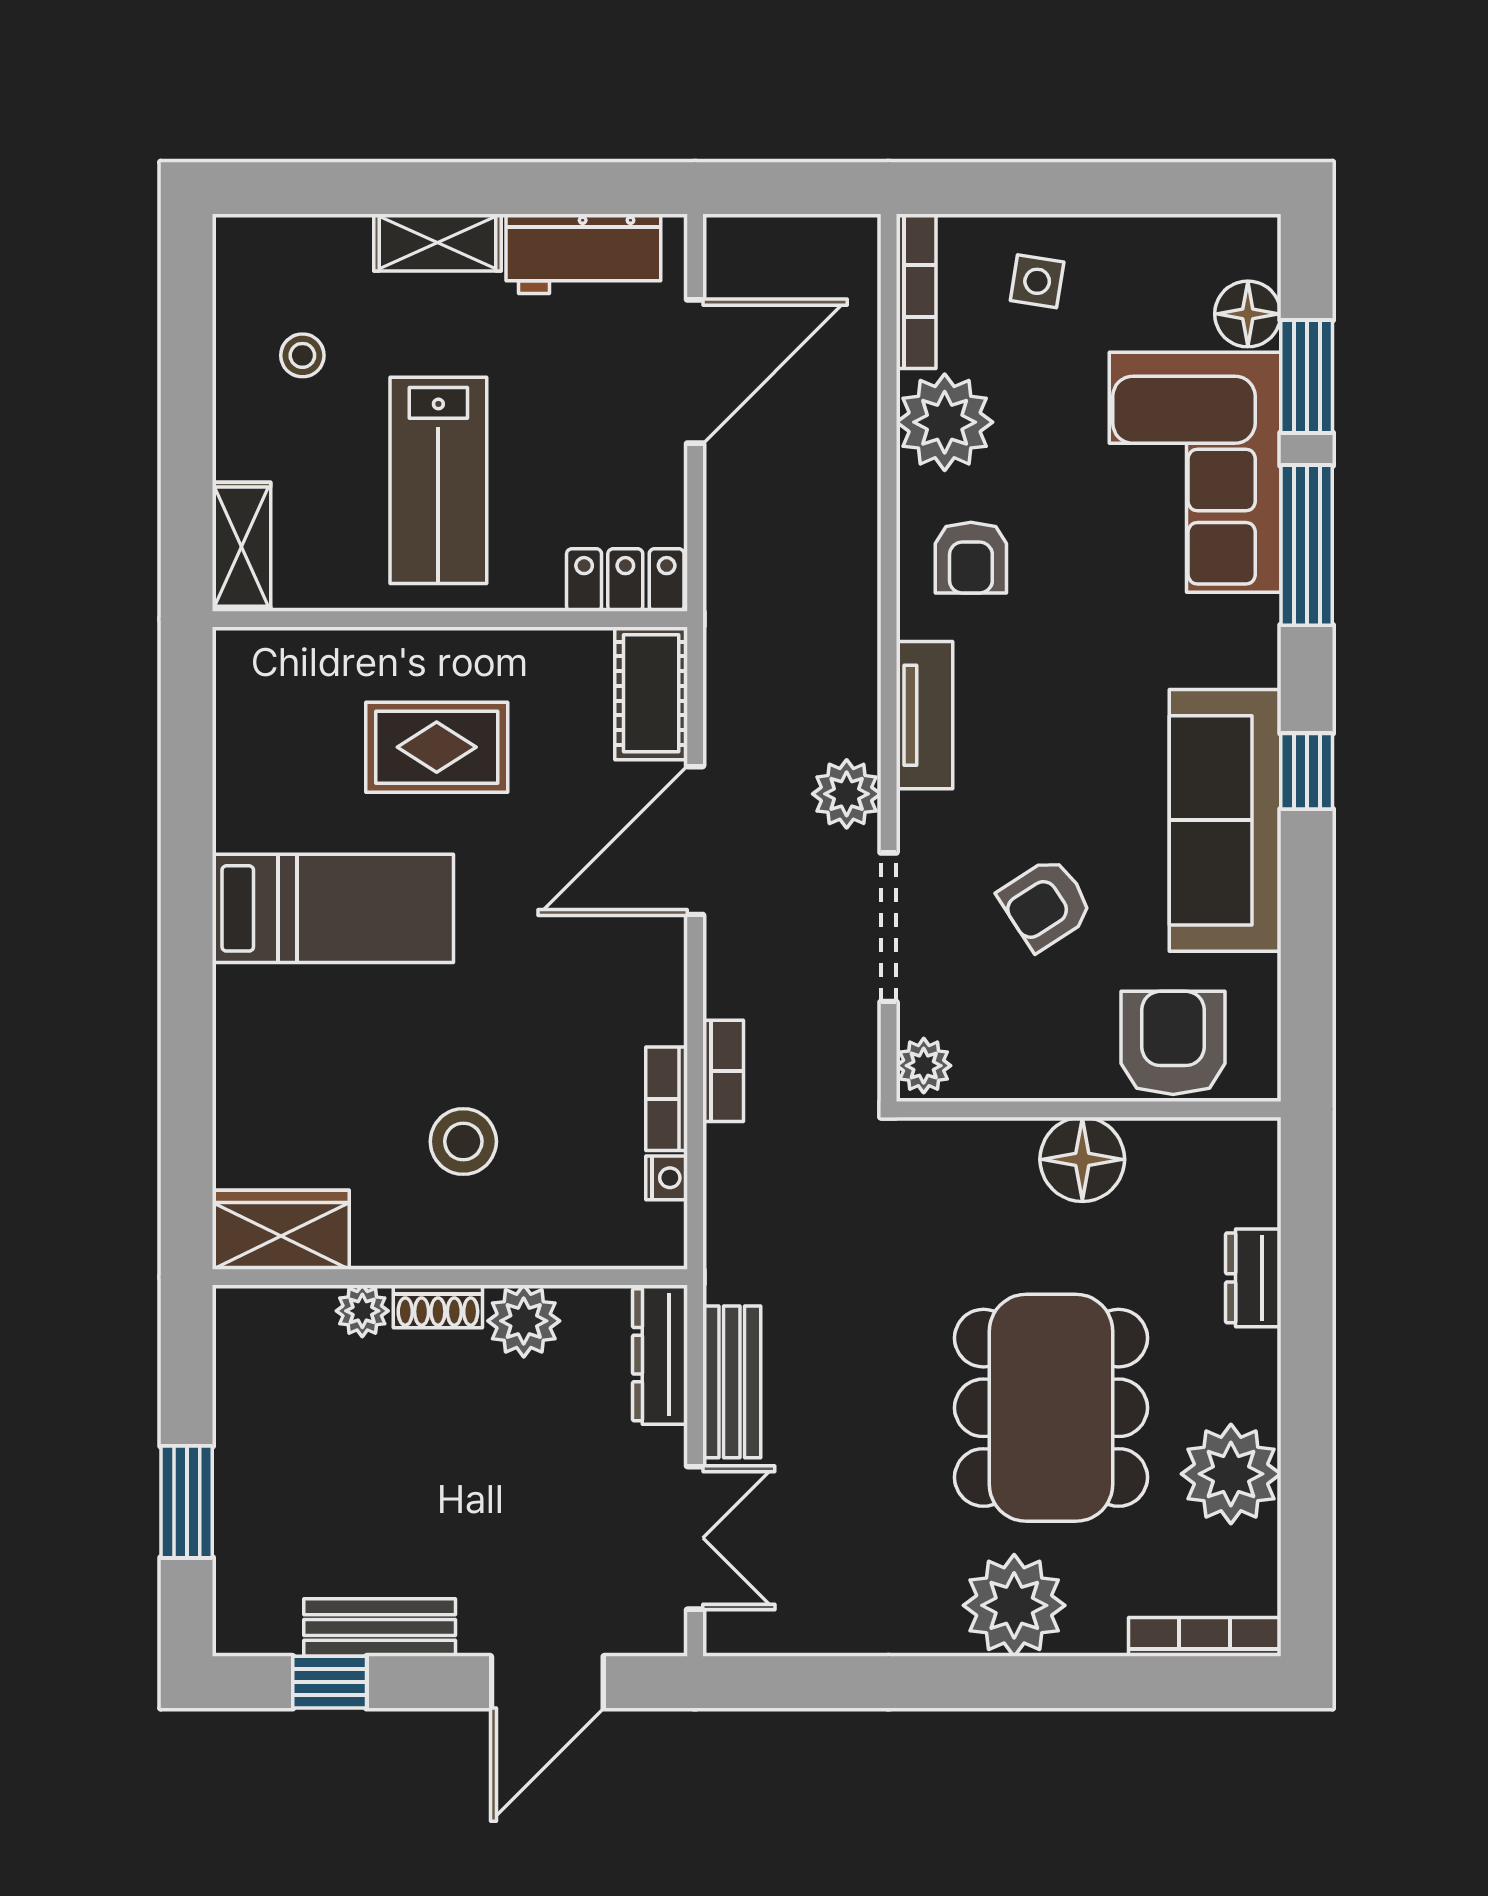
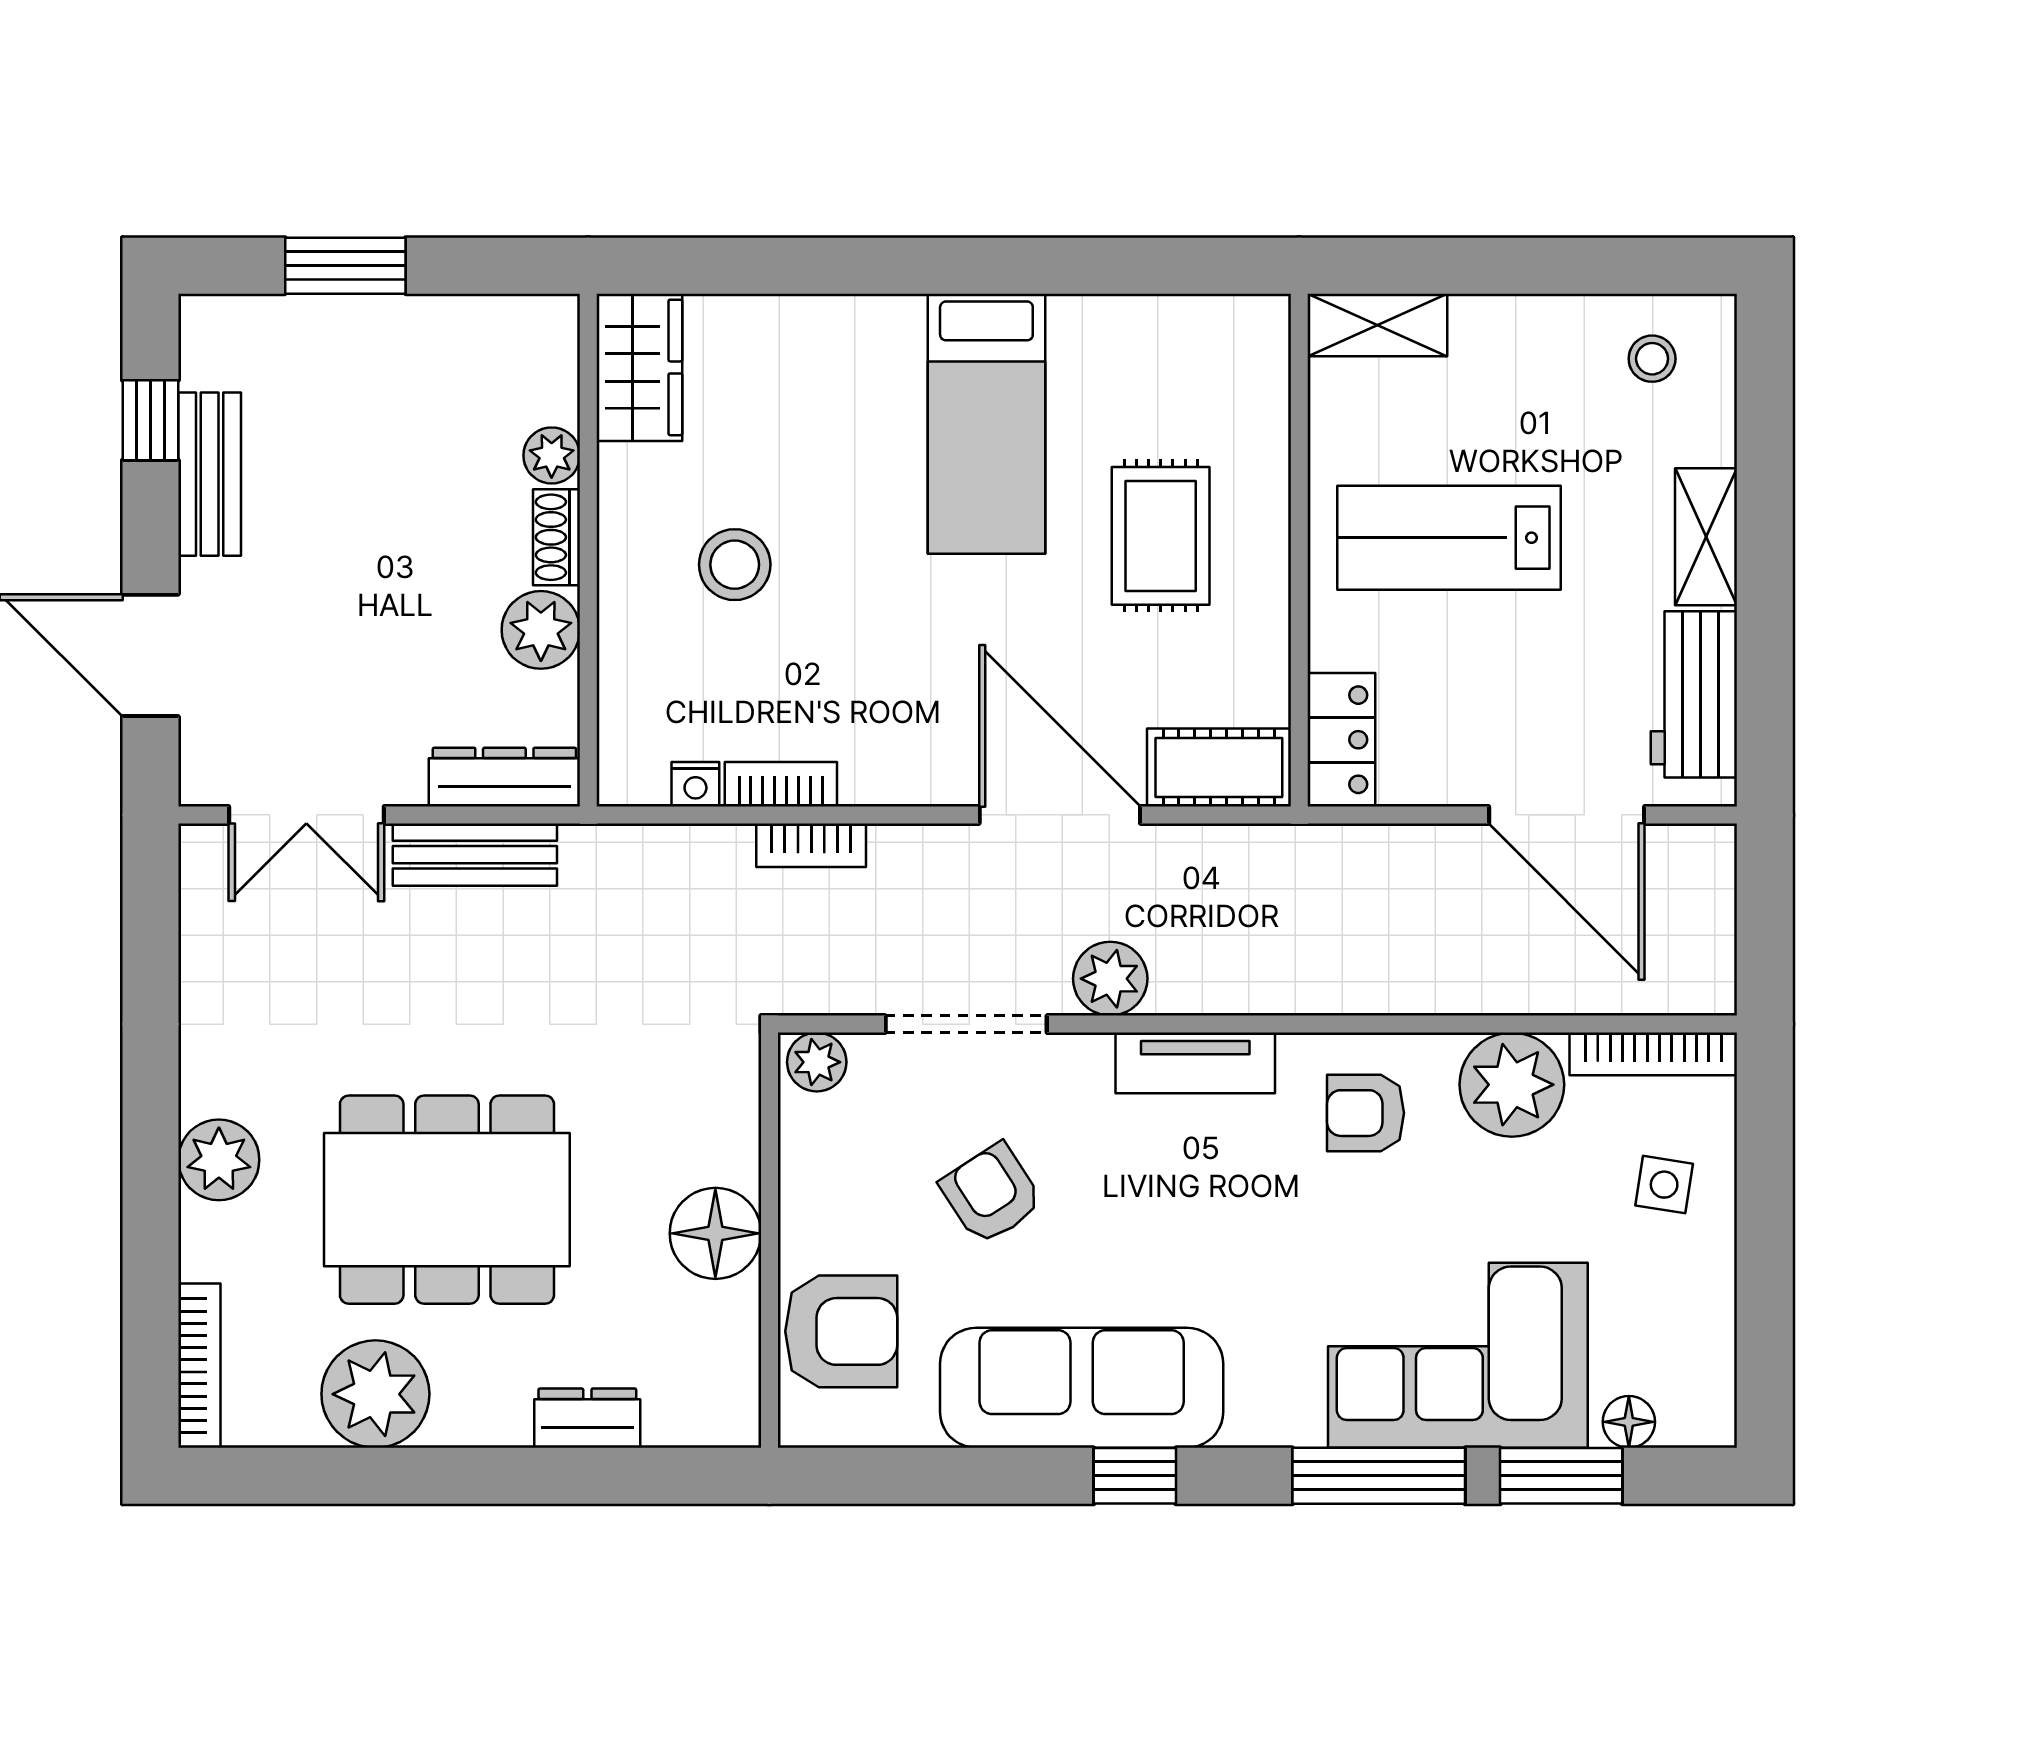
floor lamp: (1248, 314) -> (1629, 1422), width x0.73, depth x0.73
stool: (302, 355) -> (1652, 359), moved
plant: (1014, 1605) -> (219, 1160), width x0.73, depth x0.73

